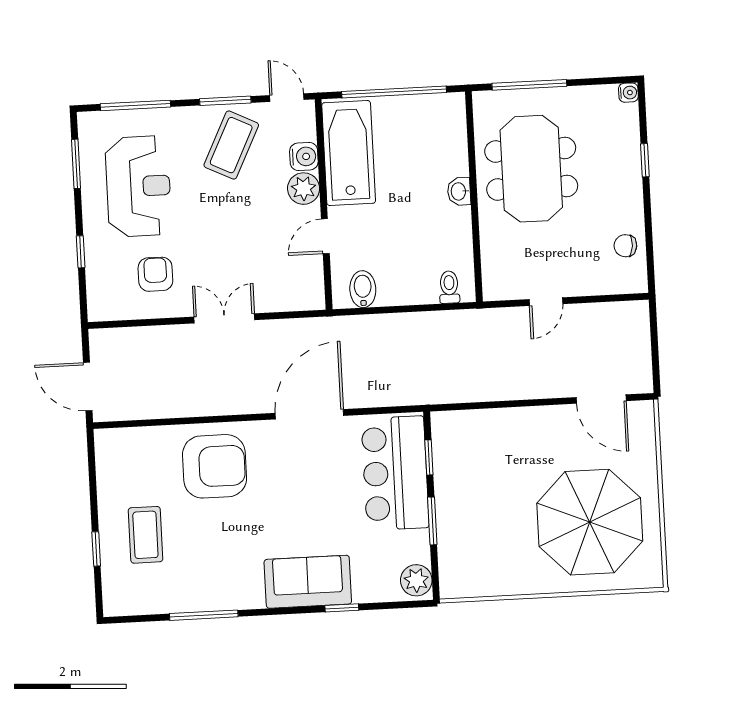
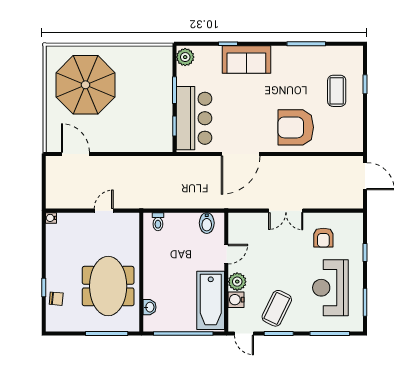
water cooler: (628, 93) -> (51, 218), moved
washbasin: (459, 191) -> (150, 307), moved
chair: (625, 246) -> (56, 299), moved

